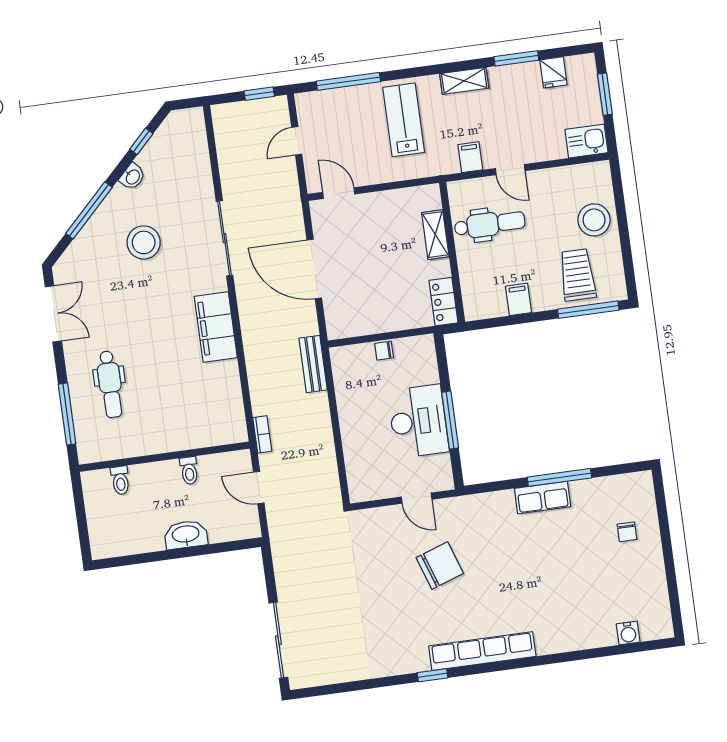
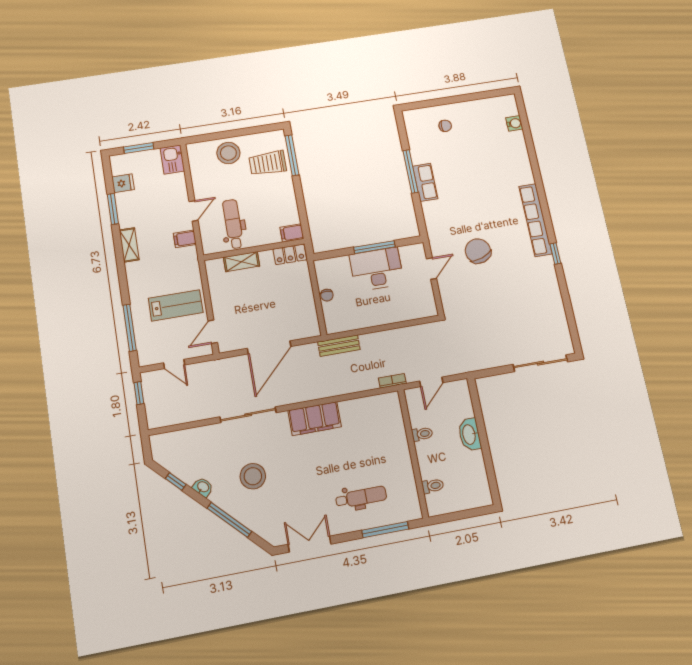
lab bench: (404, 120) -> (176, 305), moved, turned 180
filing cabinet: (518, 299) -> (292, 233), moved

